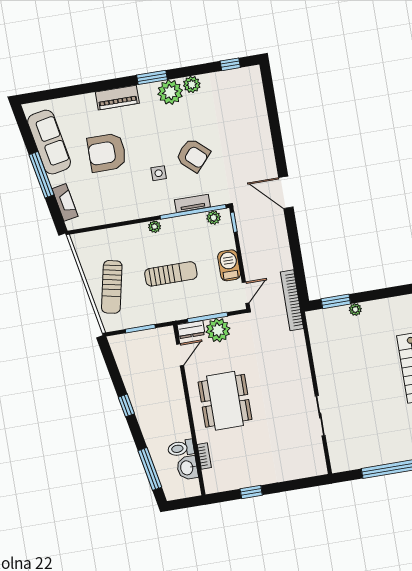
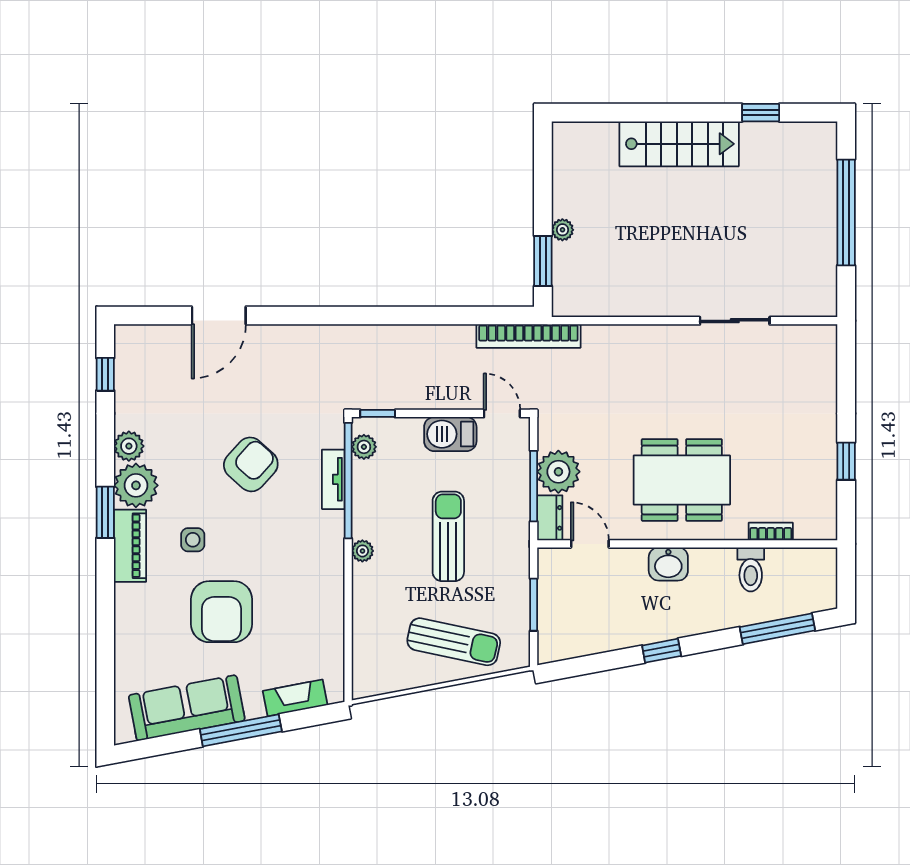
piano: (117, 98) -> (130, 546), moved
side table: (159, 173) -> (193, 540), moved
door: (286, 192) -> (219, 315), moved
washbasin: (187, 468) -> (668, 564), moved

